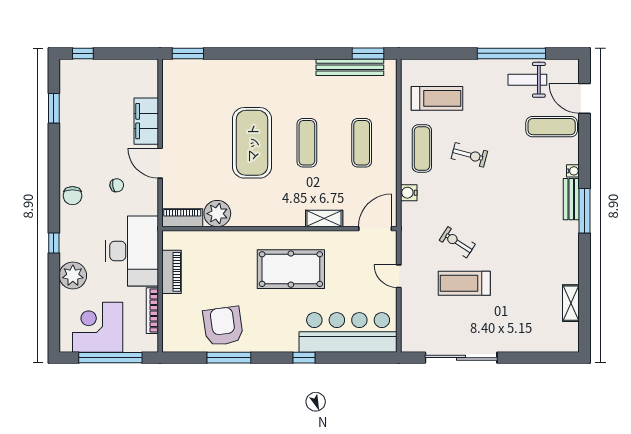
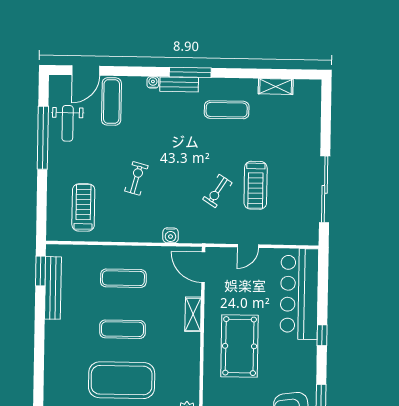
exercise mat: (422, 148) -> (227, 110), moved

